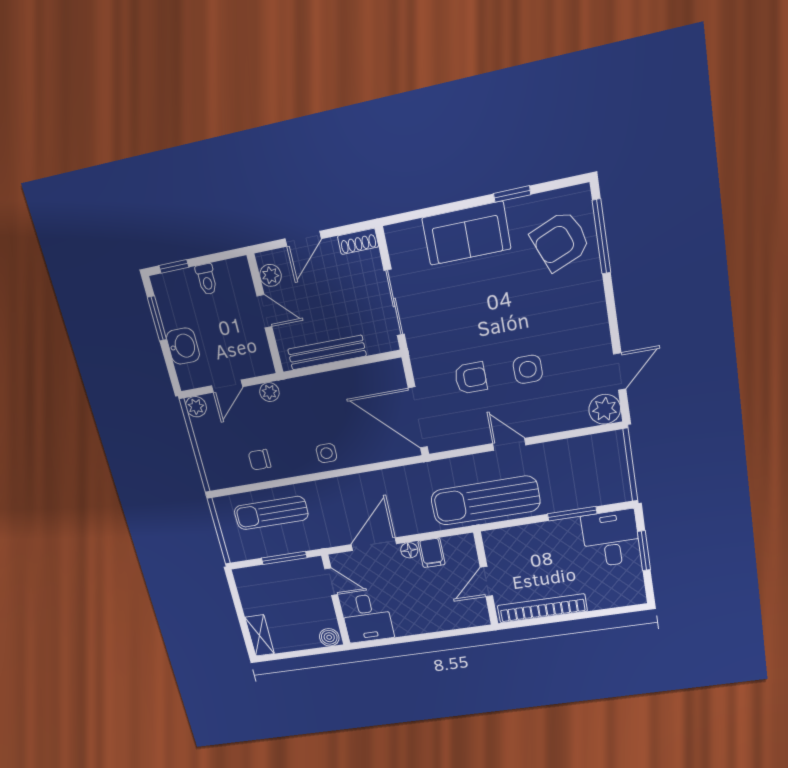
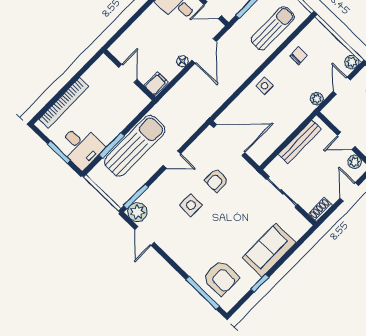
armchair: (560, 241) -> (221, 278), turned 112
window: (591, 431) -> (136, 196), added
sun lounger: (485, 501) -> (135, 146), moved
filing cabinet: (432, 553) -> (156, 84), moved, turned 90
bookcase: (542, 608) -> (64, 103), moved

